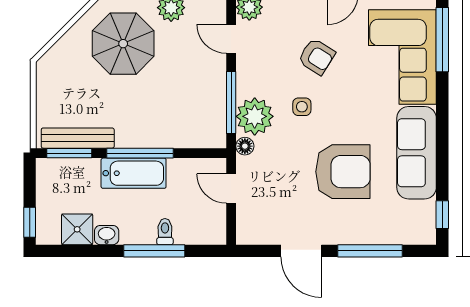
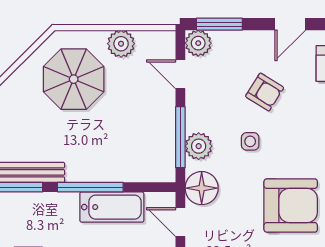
plant: (255, 116) -> (199, 146), width x0.73, depth x0.73
floor lamp: (245, 146) -> (202, 188), width x1.89, depth x1.89
bathtub: (134, 173) -> (112, 207), moved

